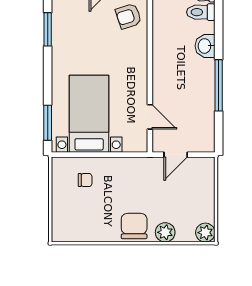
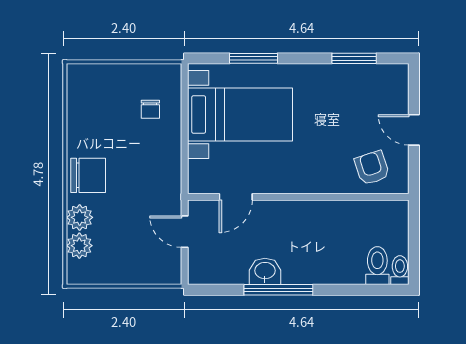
washbasin: (205, 46) -> (265, 271), moved
window: (48, 123) -> (253, 58), moved
plant: (205, 233) -> (79, 246), moved

